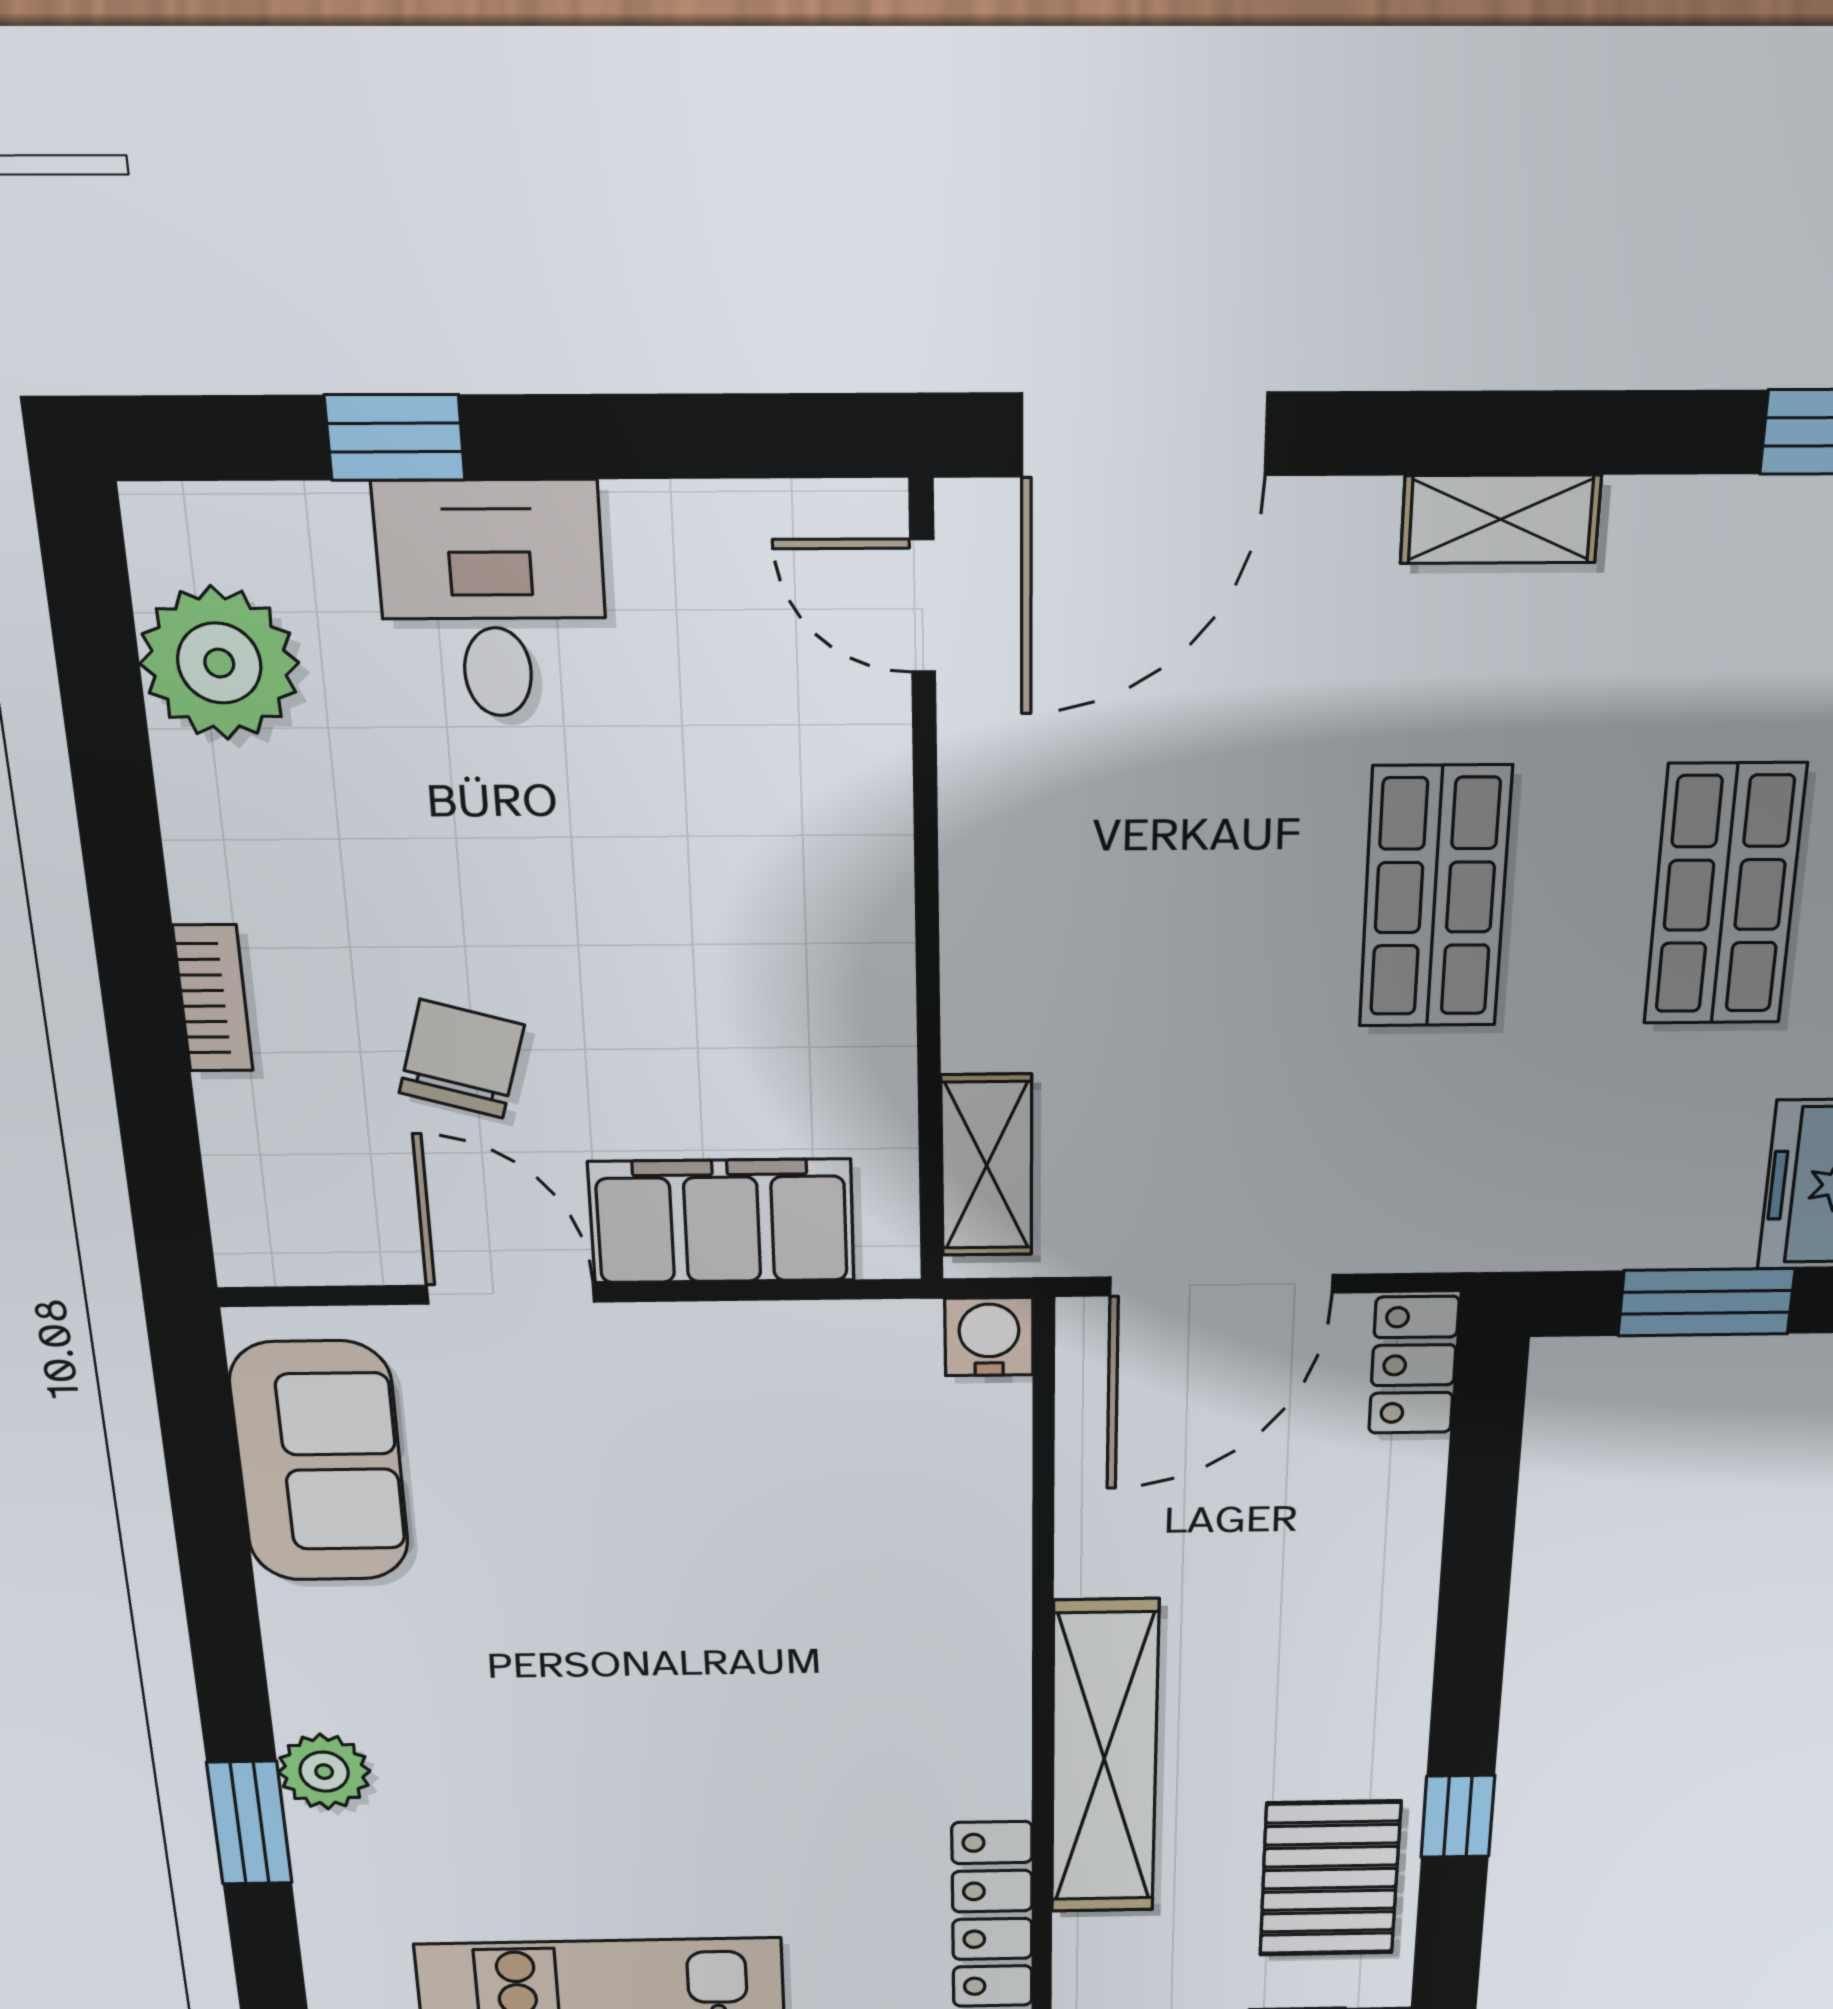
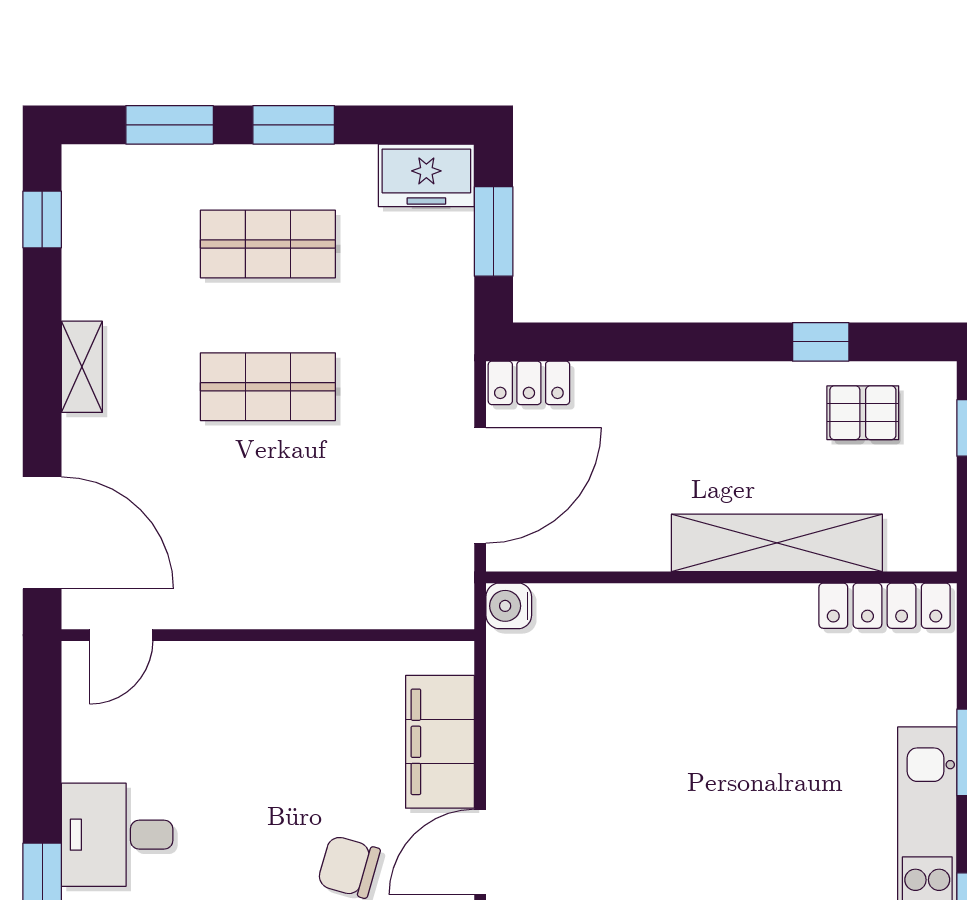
shelving: (987, 1166) -> (410, 607), removed
door: (1221, 1285) -> (480, 485), hinge flipped
pallet: (1330, 1879) -> (863, 413), width x0.67, depth x0.71

